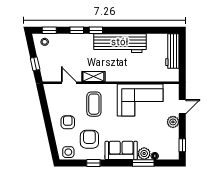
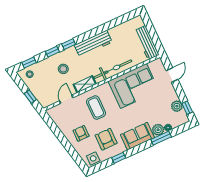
workbench: (120, 43) -> (93, 44), width x0.73, depth x0.76
workbench: (172, 51) -> (147, 43), moved
stool: (80, 52) -> (63, 69), added
bicycle: (127, 74) -> (113, 69), added
door: (69, 83) -> (66, 99), hinge flipped
plant: (173, 122) -> (177, 106), moved

